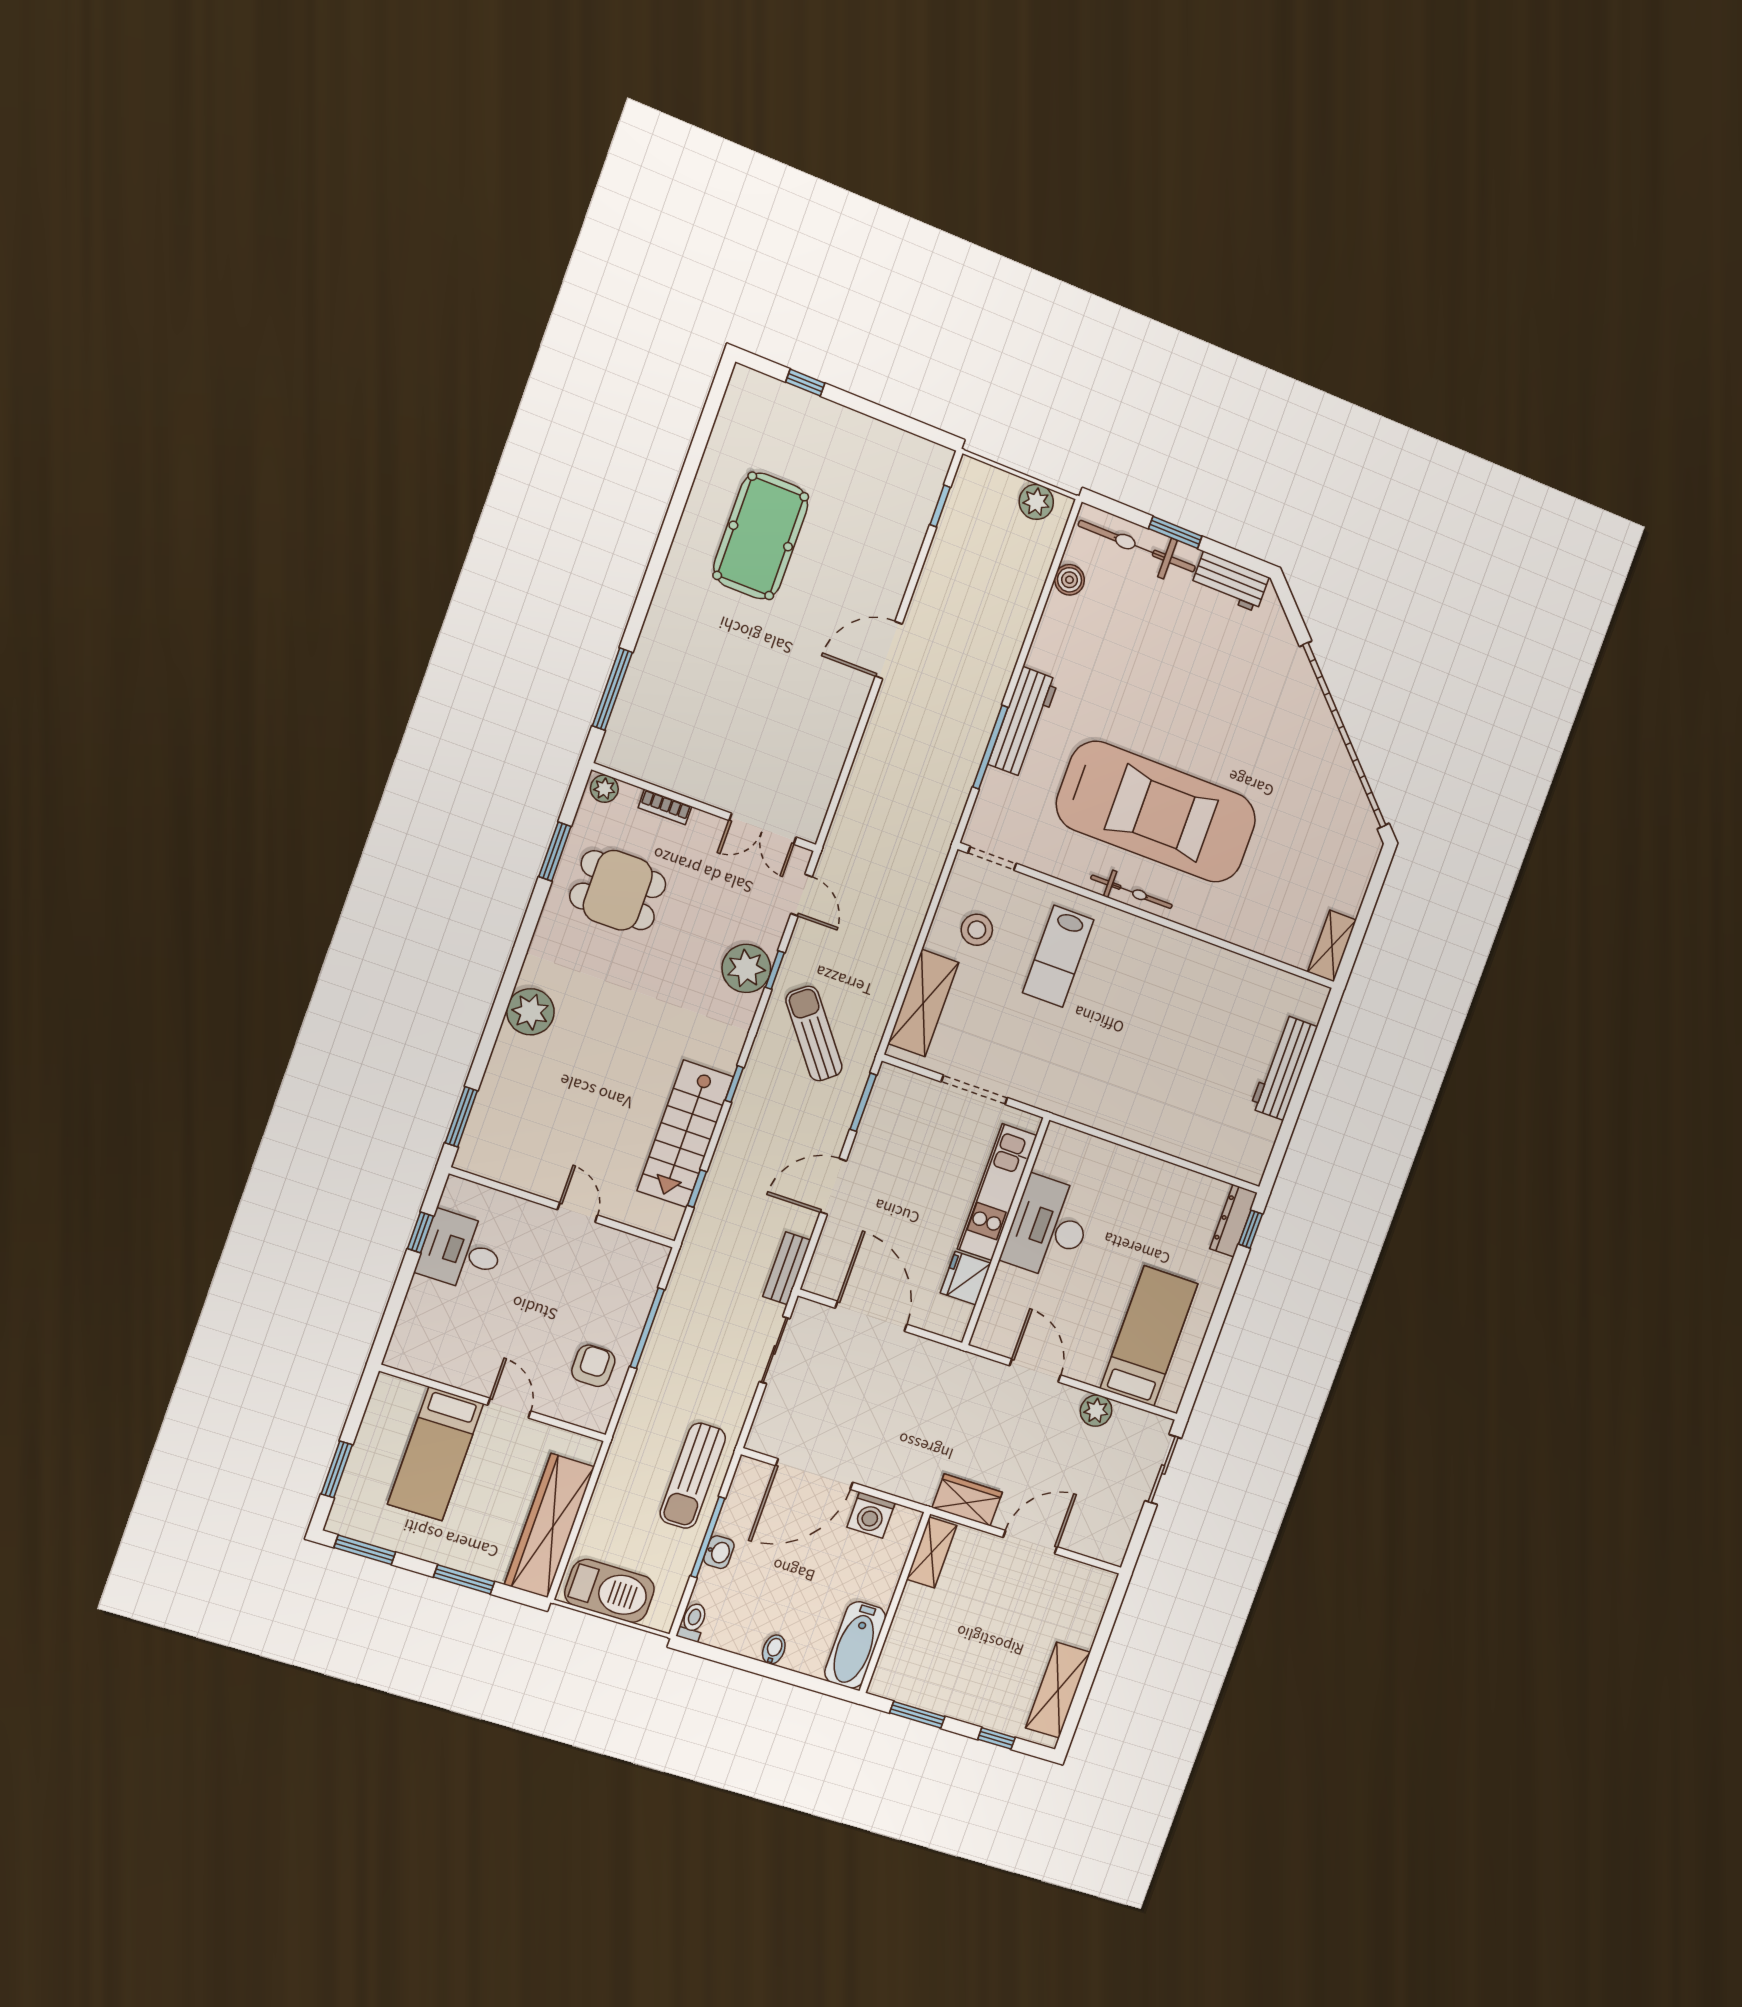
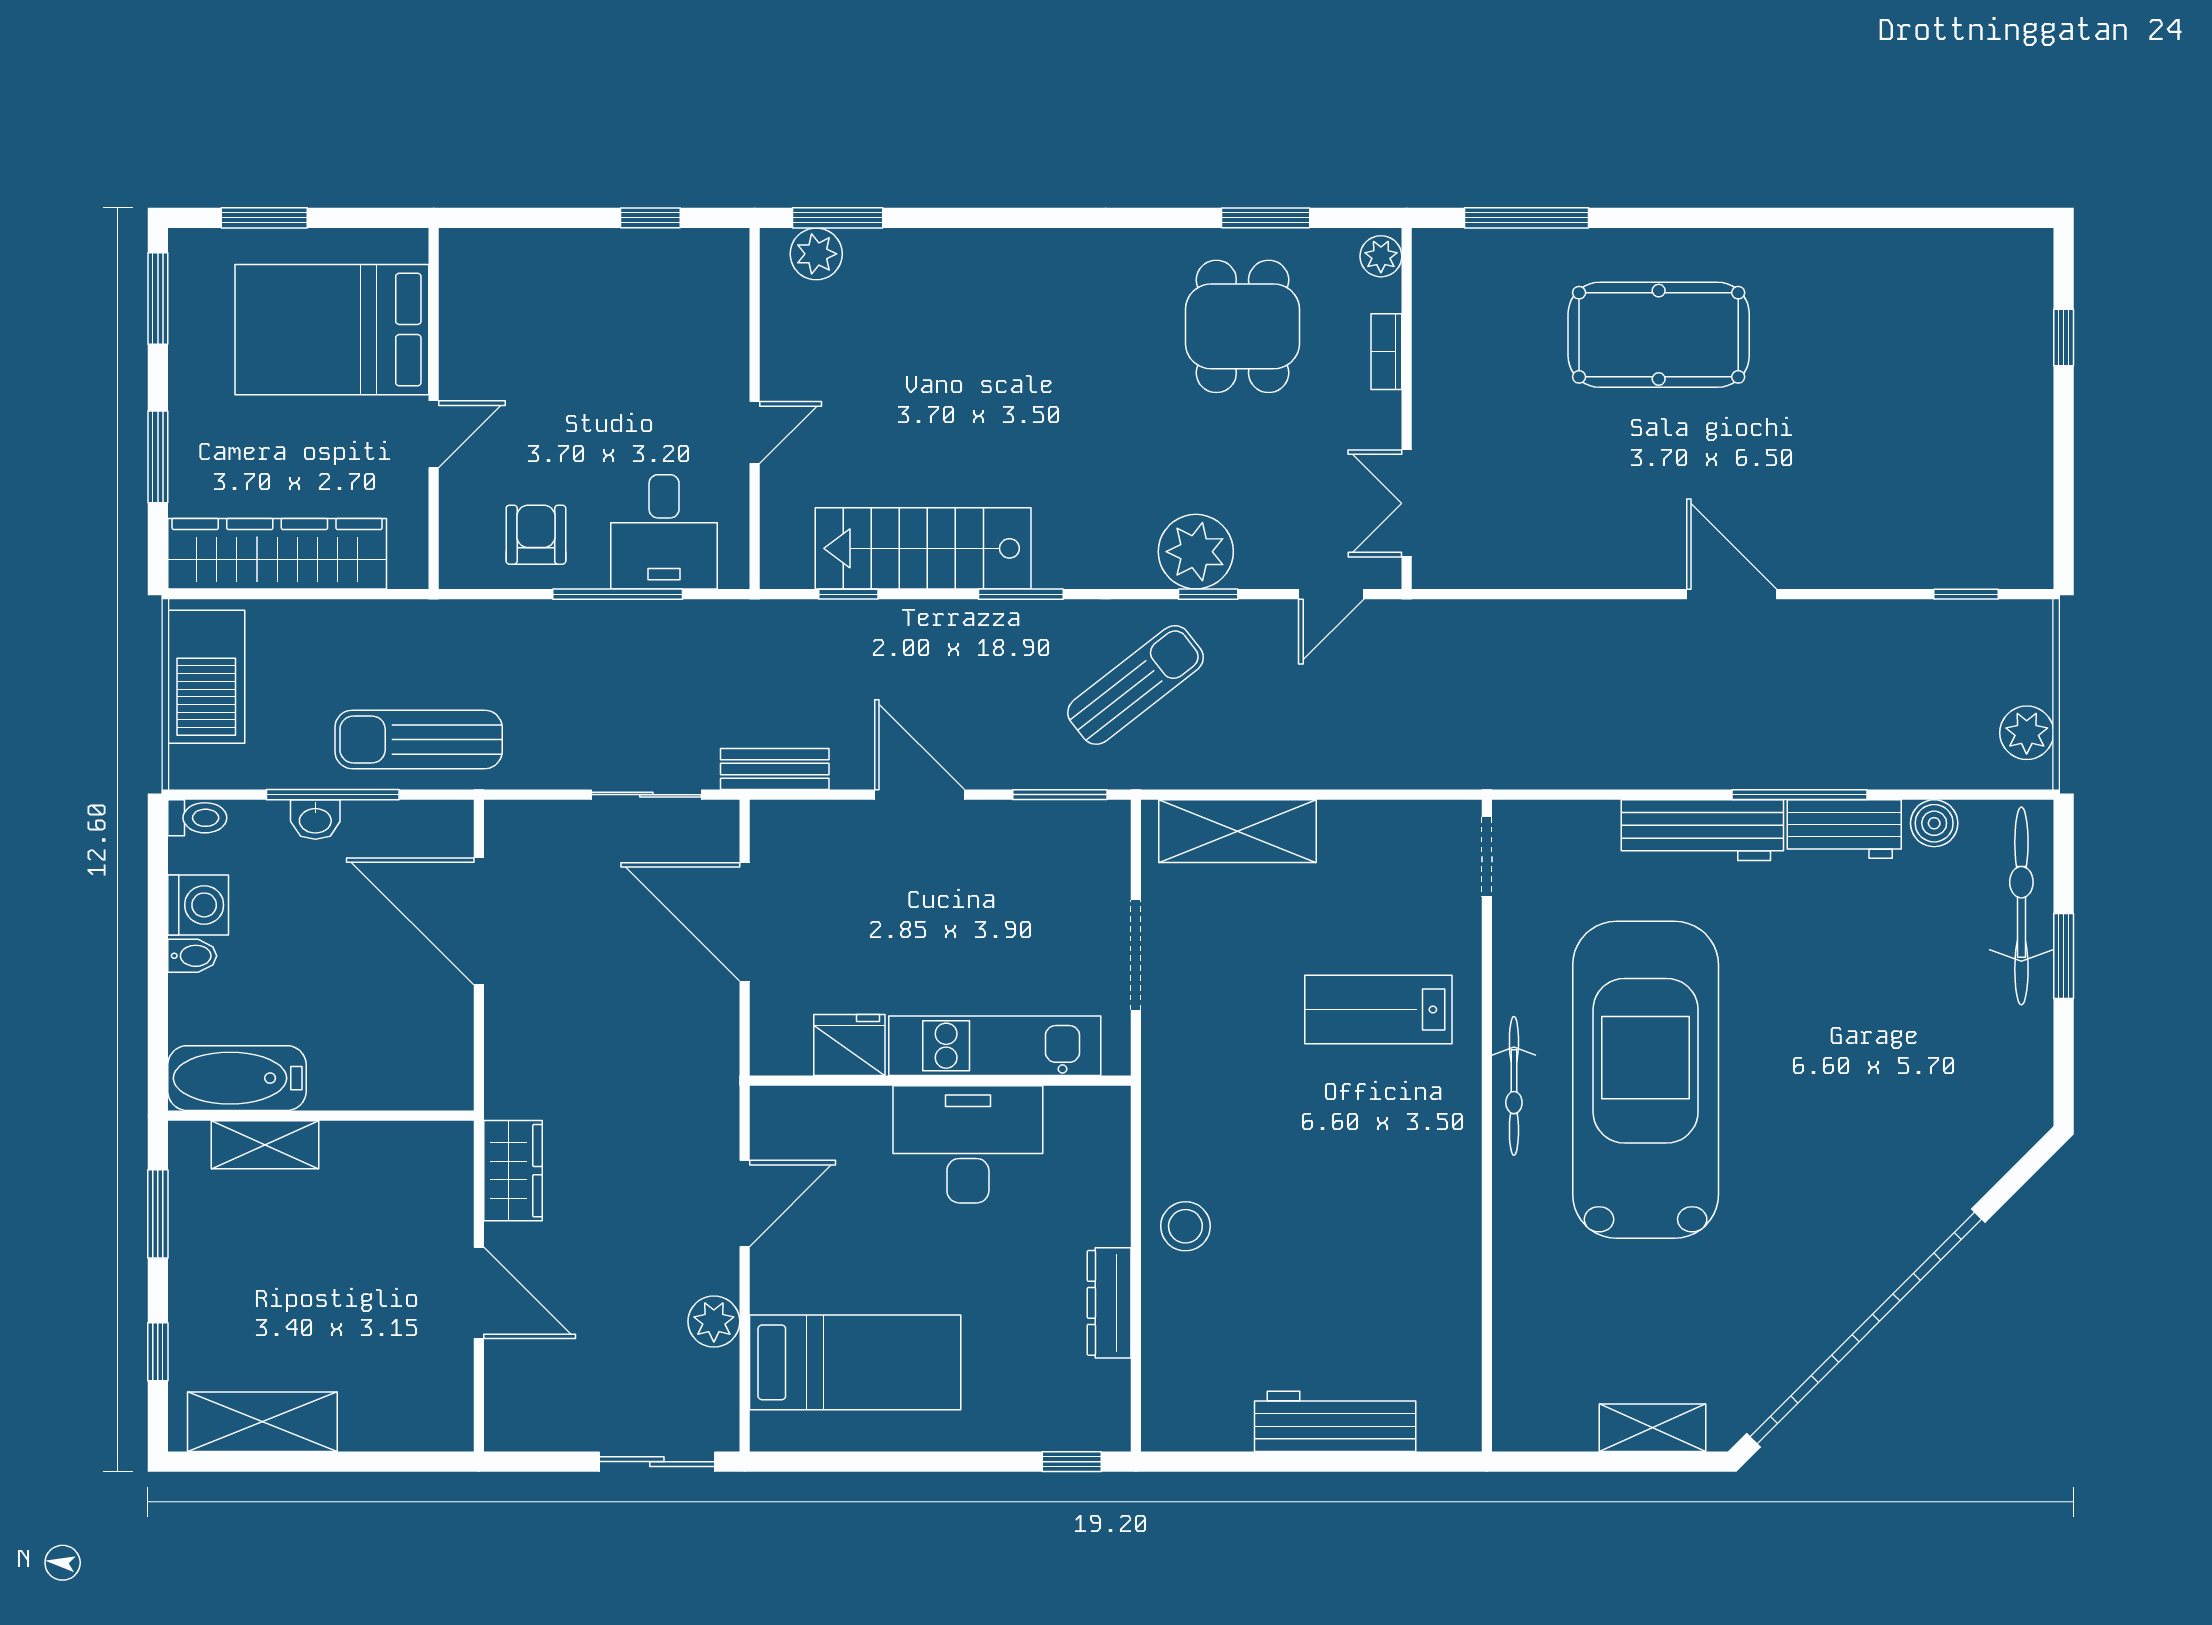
pool table: (761, 536) -> (1659, 335), moved
workbench: (1230, 582) -> (1844, 829), moved, turned -90
window: (990, 747) -> (1799, 795), moved
car: (1156, 812) -> (1646, 1080), turned 180
stool: (977, 930) -> (1185, 1226), moved
shelving: (1332, 946) -> (1653, 1428), moved
plant: (530, 1012) -> (816, 254), moved, width x0.73, depth x0.73
window: (734, 1084) -> (1021, 594), width x1.50
dresser: (1234, 1221) -> (1109, 1303), moved, turned -90
desk: (461, 1251) -> (664, 532), moved, turned 180
door: (871, 1316) -> (745, 922), swing flipped
armchair: (593, 1366) -> (536, 535), turned -90
bed: (436, 1454) -> (332, 330), width x1.50
washing machine: (871, 1515) -> (198, 905), moved, turned 180
shelving: (932, 1552) -> (265, 1145), moved

